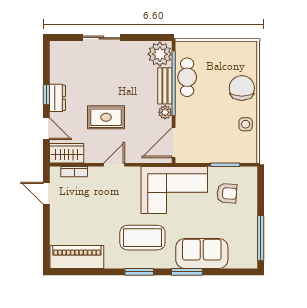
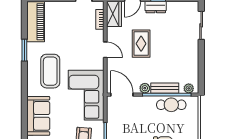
sliding door: (101, 38) -> (201, 25), moved
plant: (160, 54) -> (189, 88), width x0.53, depth x0.53
window: (139, 272) -> (24, 50), moved
window: (187, 272) -> (24, 105), removed

